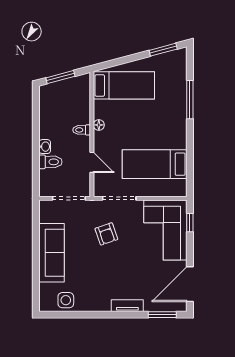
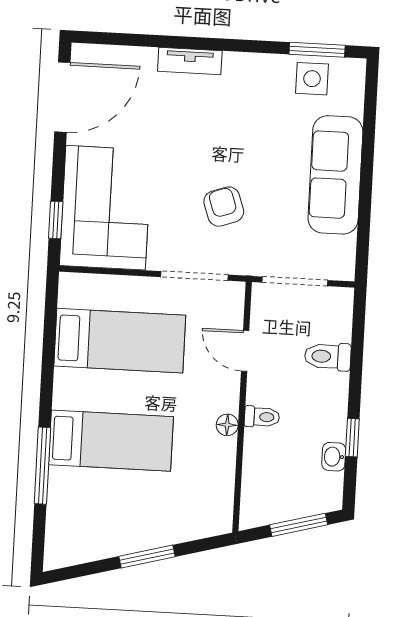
window: (163, 50) -> (147, 556), moved
bed: (124, 85) -> (111, 441), moved, turned 180
window: (36, 122) -> (352, 438), added
washbasin: (45, 147) -> (334, 457), moved
window: (162, 315) -> (317, 50), moved

